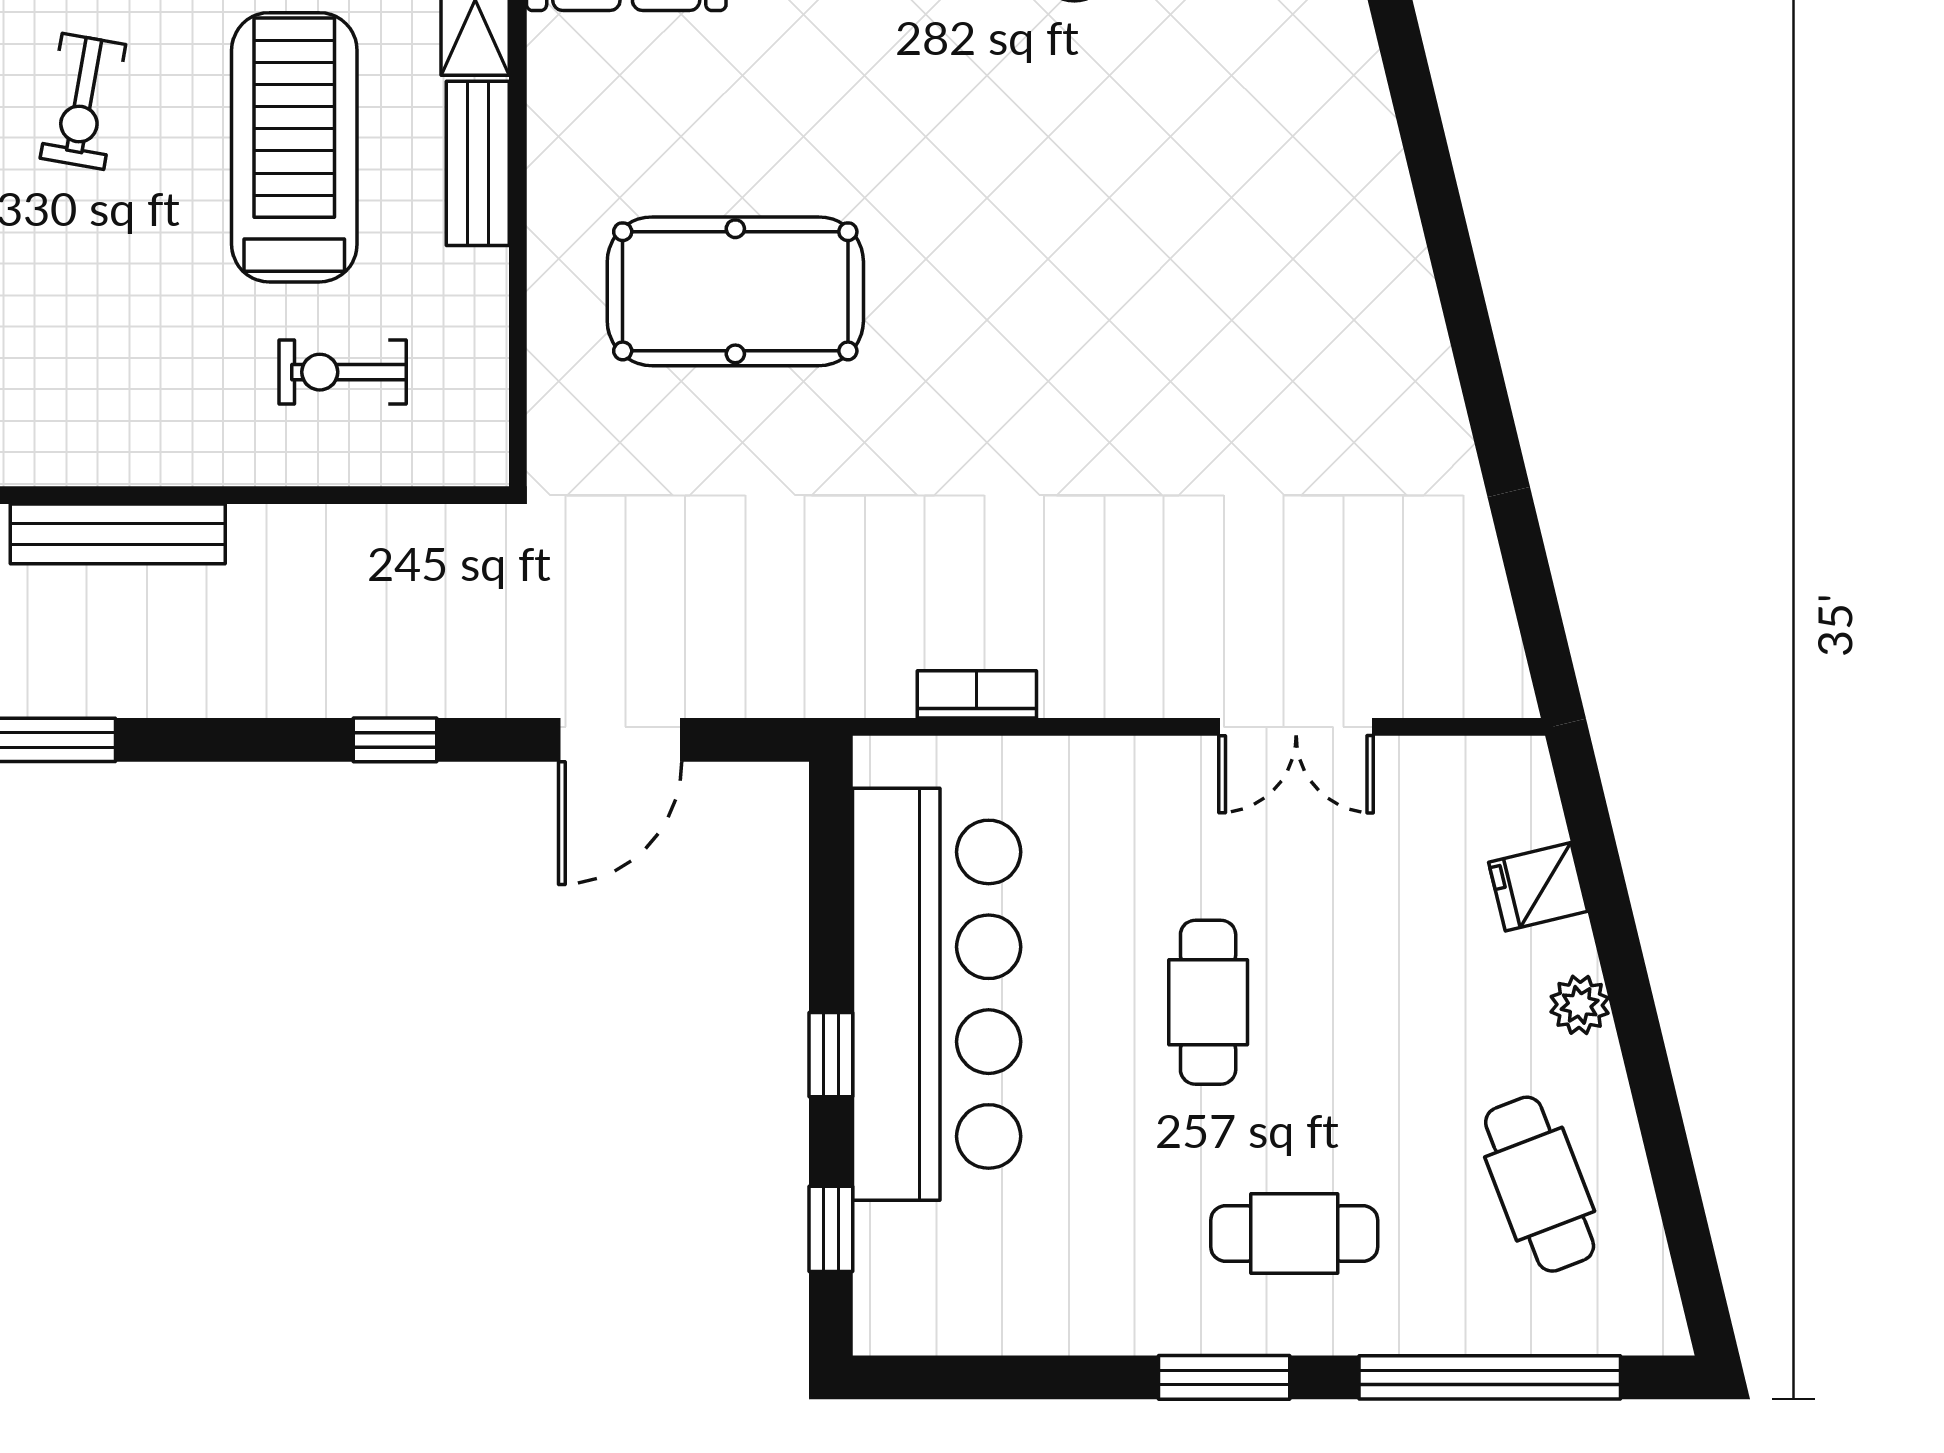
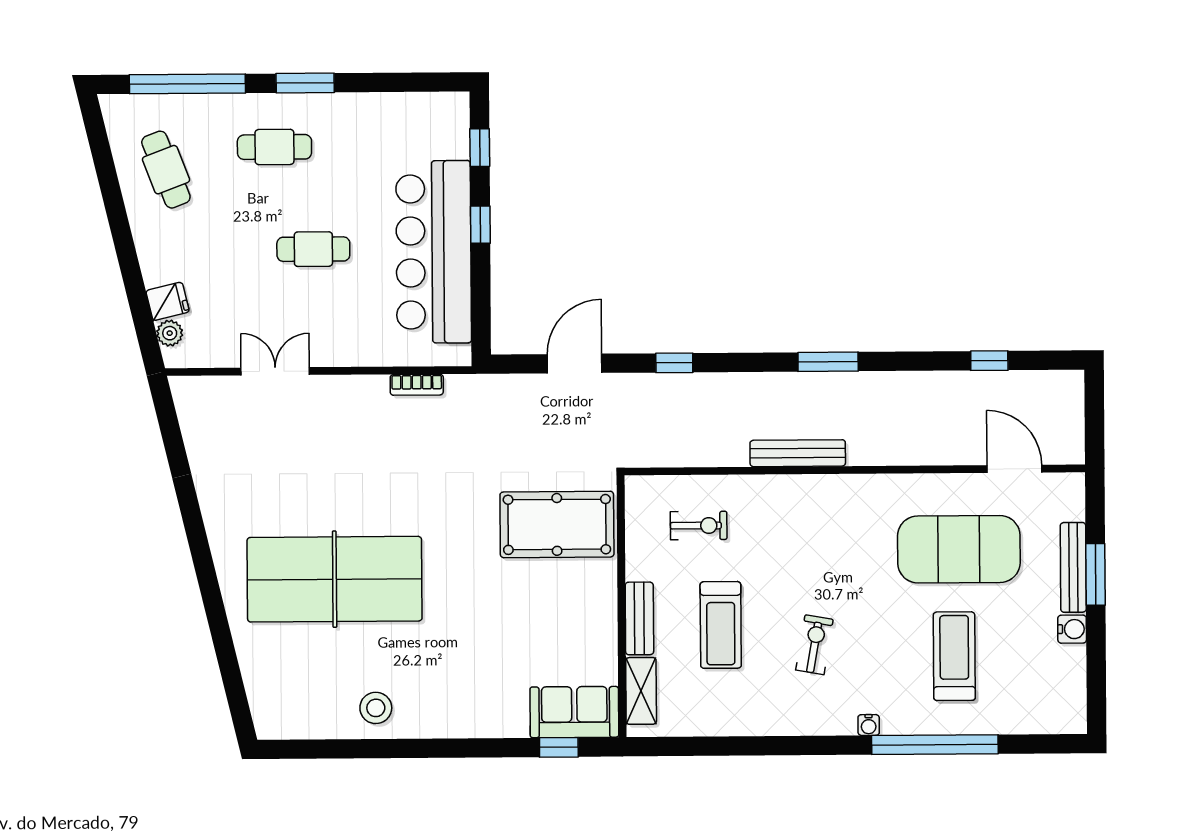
treadmill: (294, 147) -> (721, 625), width x0.73, depth x0.73
table tennis table: (1165, 257) -> (335, 579), added
pool table: (735, 291) -> (557, 524), moved
cafe table: (1208, 1002) -> (313, 249), turned 90
plant: (1580, 1005) -> (170, 333), moved

